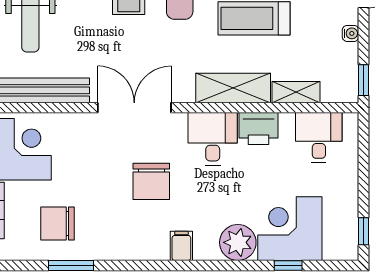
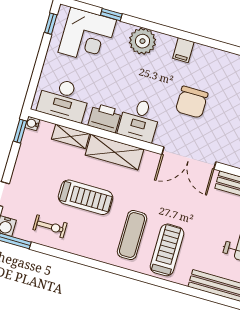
water cooler: (351, 33) -> (32, 123), moved
desk: (319, 137) -> (64, 99), width x1.37
chair: (151, 181) -> (192, 102), turned 180
corner desk: (290, 229) -> (87, 36), moved

